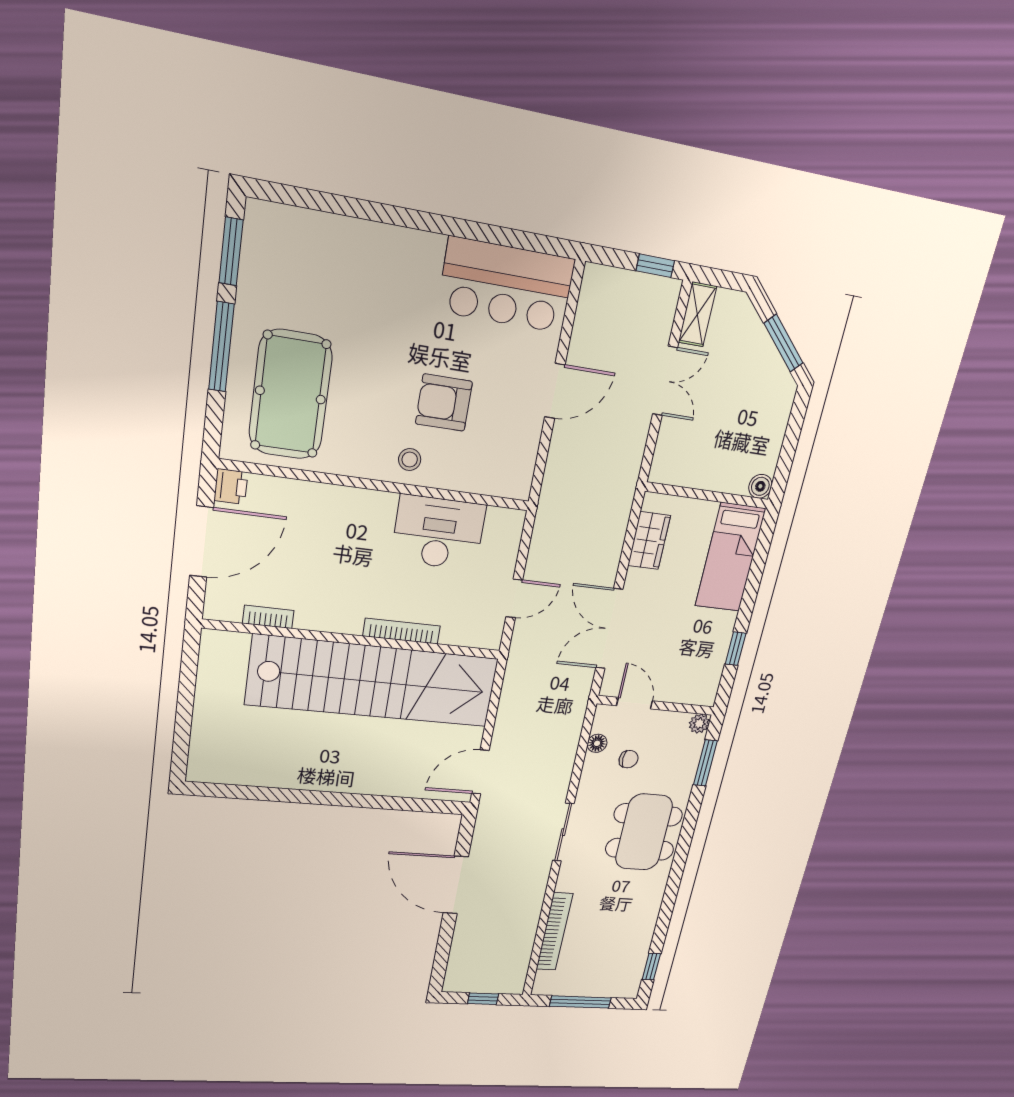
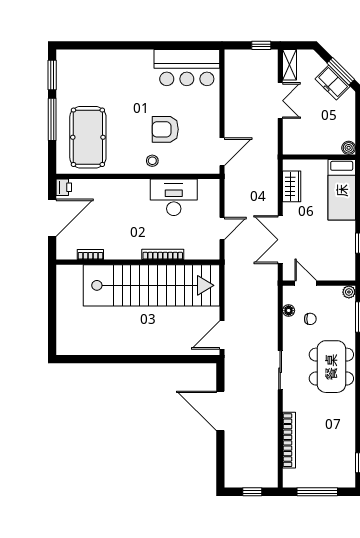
freezer: (764, 362) -> (333, 83), added
door: (555, 391) -> (222, 152), moved

